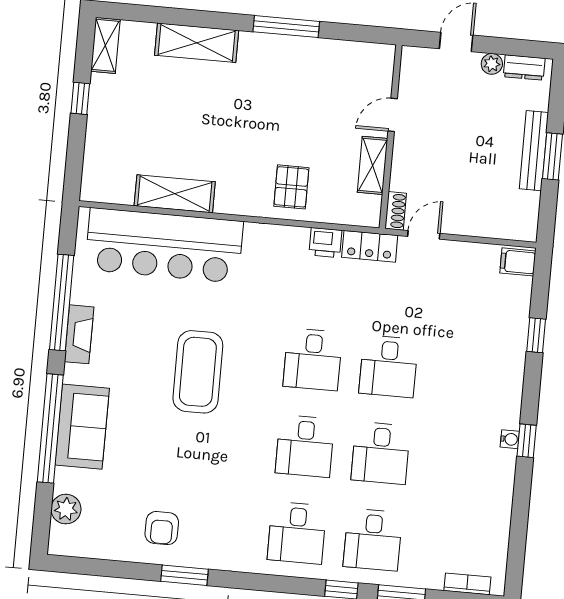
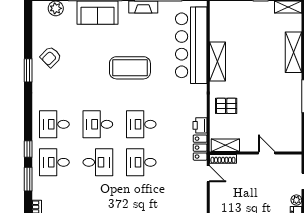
shelving: (373, 165) -> (225, 145), moved
shelving: (175, 194) -> (217, 61), moved
shoe rack: (396, 211) -> (223, 159), width x1.43
desk: (381, 453) -> (98, 162), turned 180
armchair: (162, 528) -> (51, 57), turned -45

